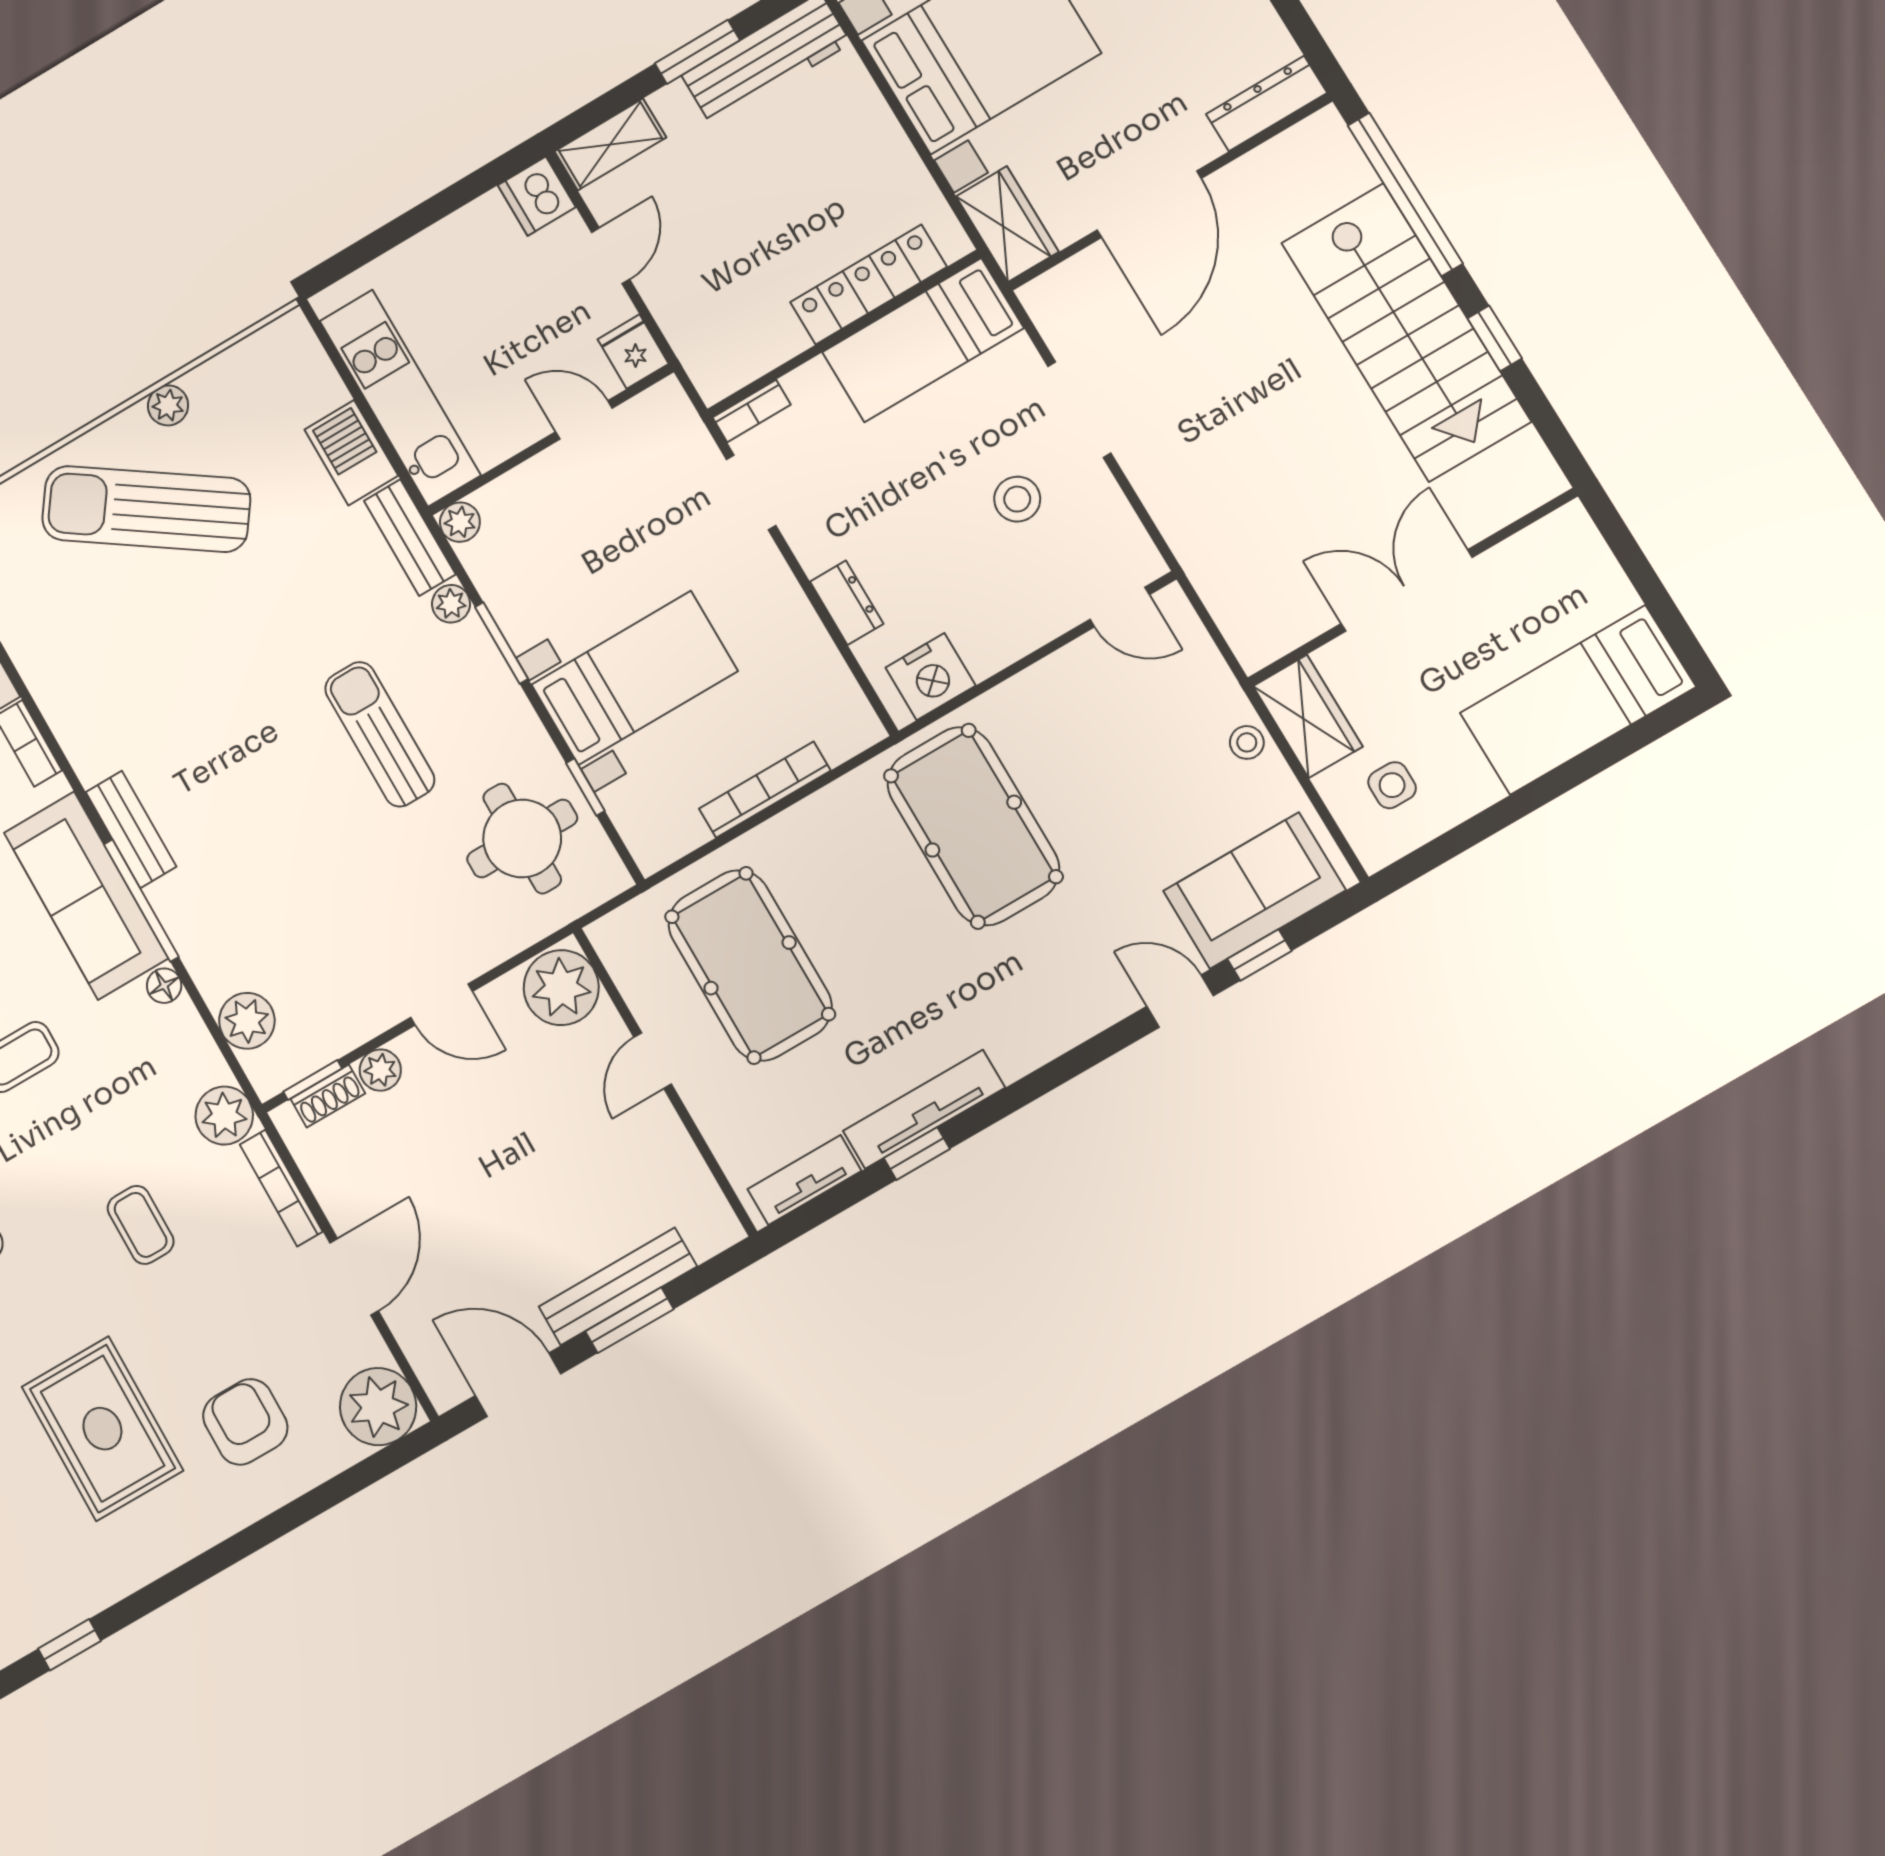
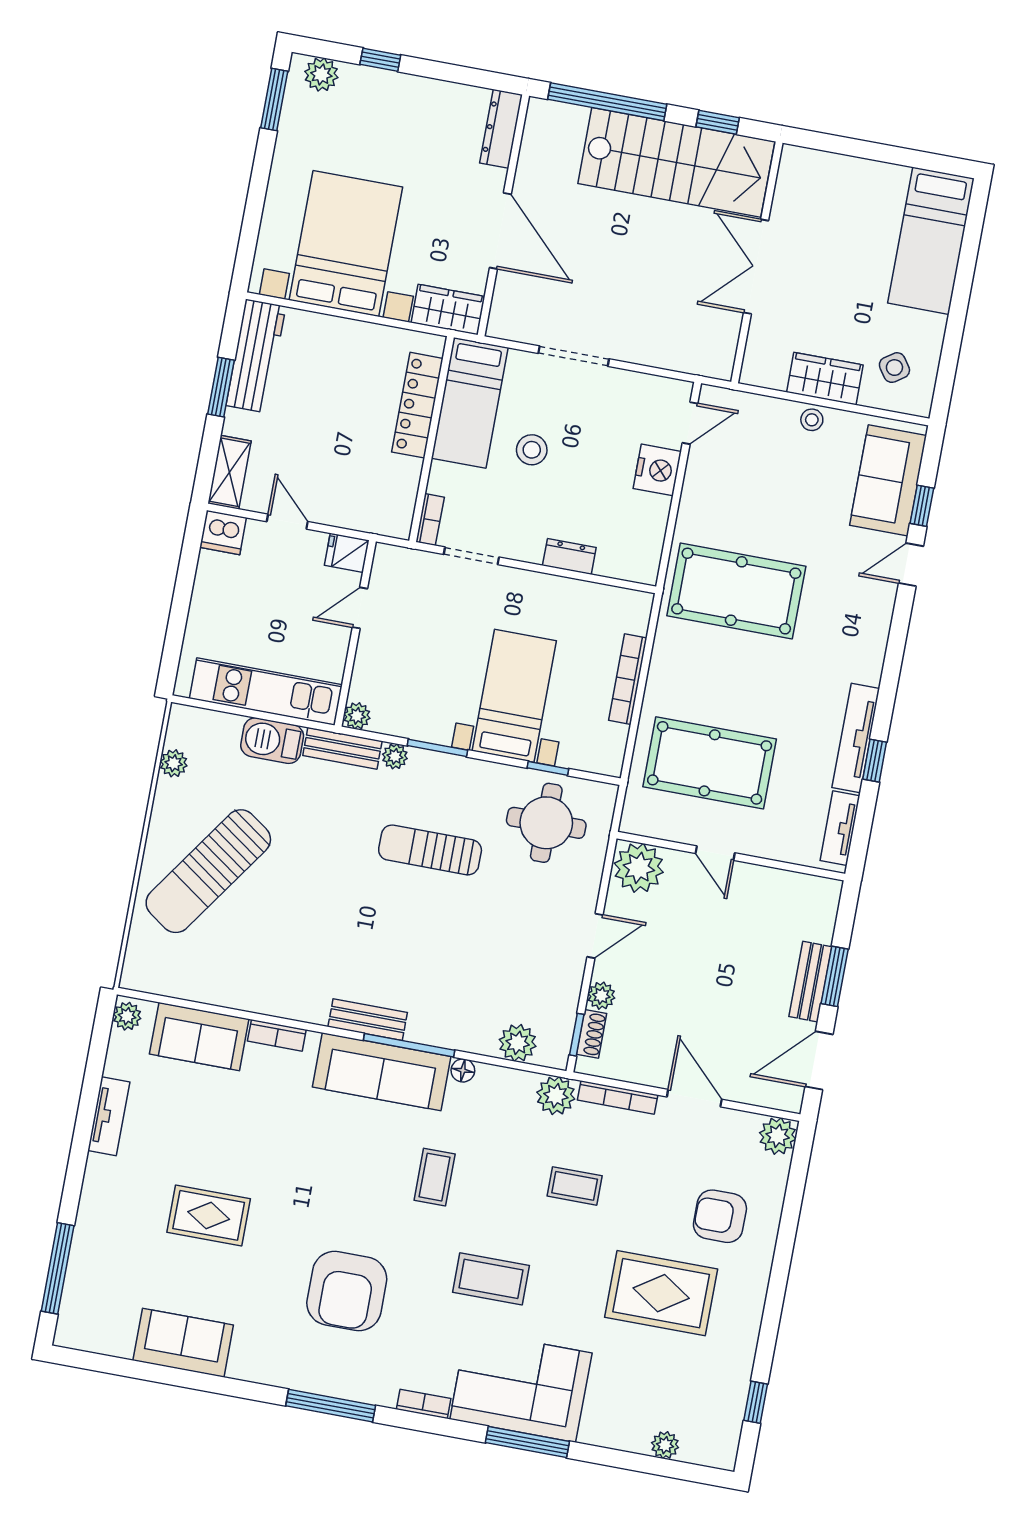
plant: (168, 405) -> (174, 763), moved
stool: (1017, 499) -> (532, 450), moved
wall: (1412, 587) -> (757, 262), moved
double door: (1407, 590) -> (756, 267), moved
nightstand: (930, 677) -> (657, 470), moved
side table: (1392, 785) -> (894, 368), turned -35
bench: (618, 1286) -> (810, 982), width x0.73
plant: (378, 1407) -> (778, 1136), width x0.73, depth x0.73

